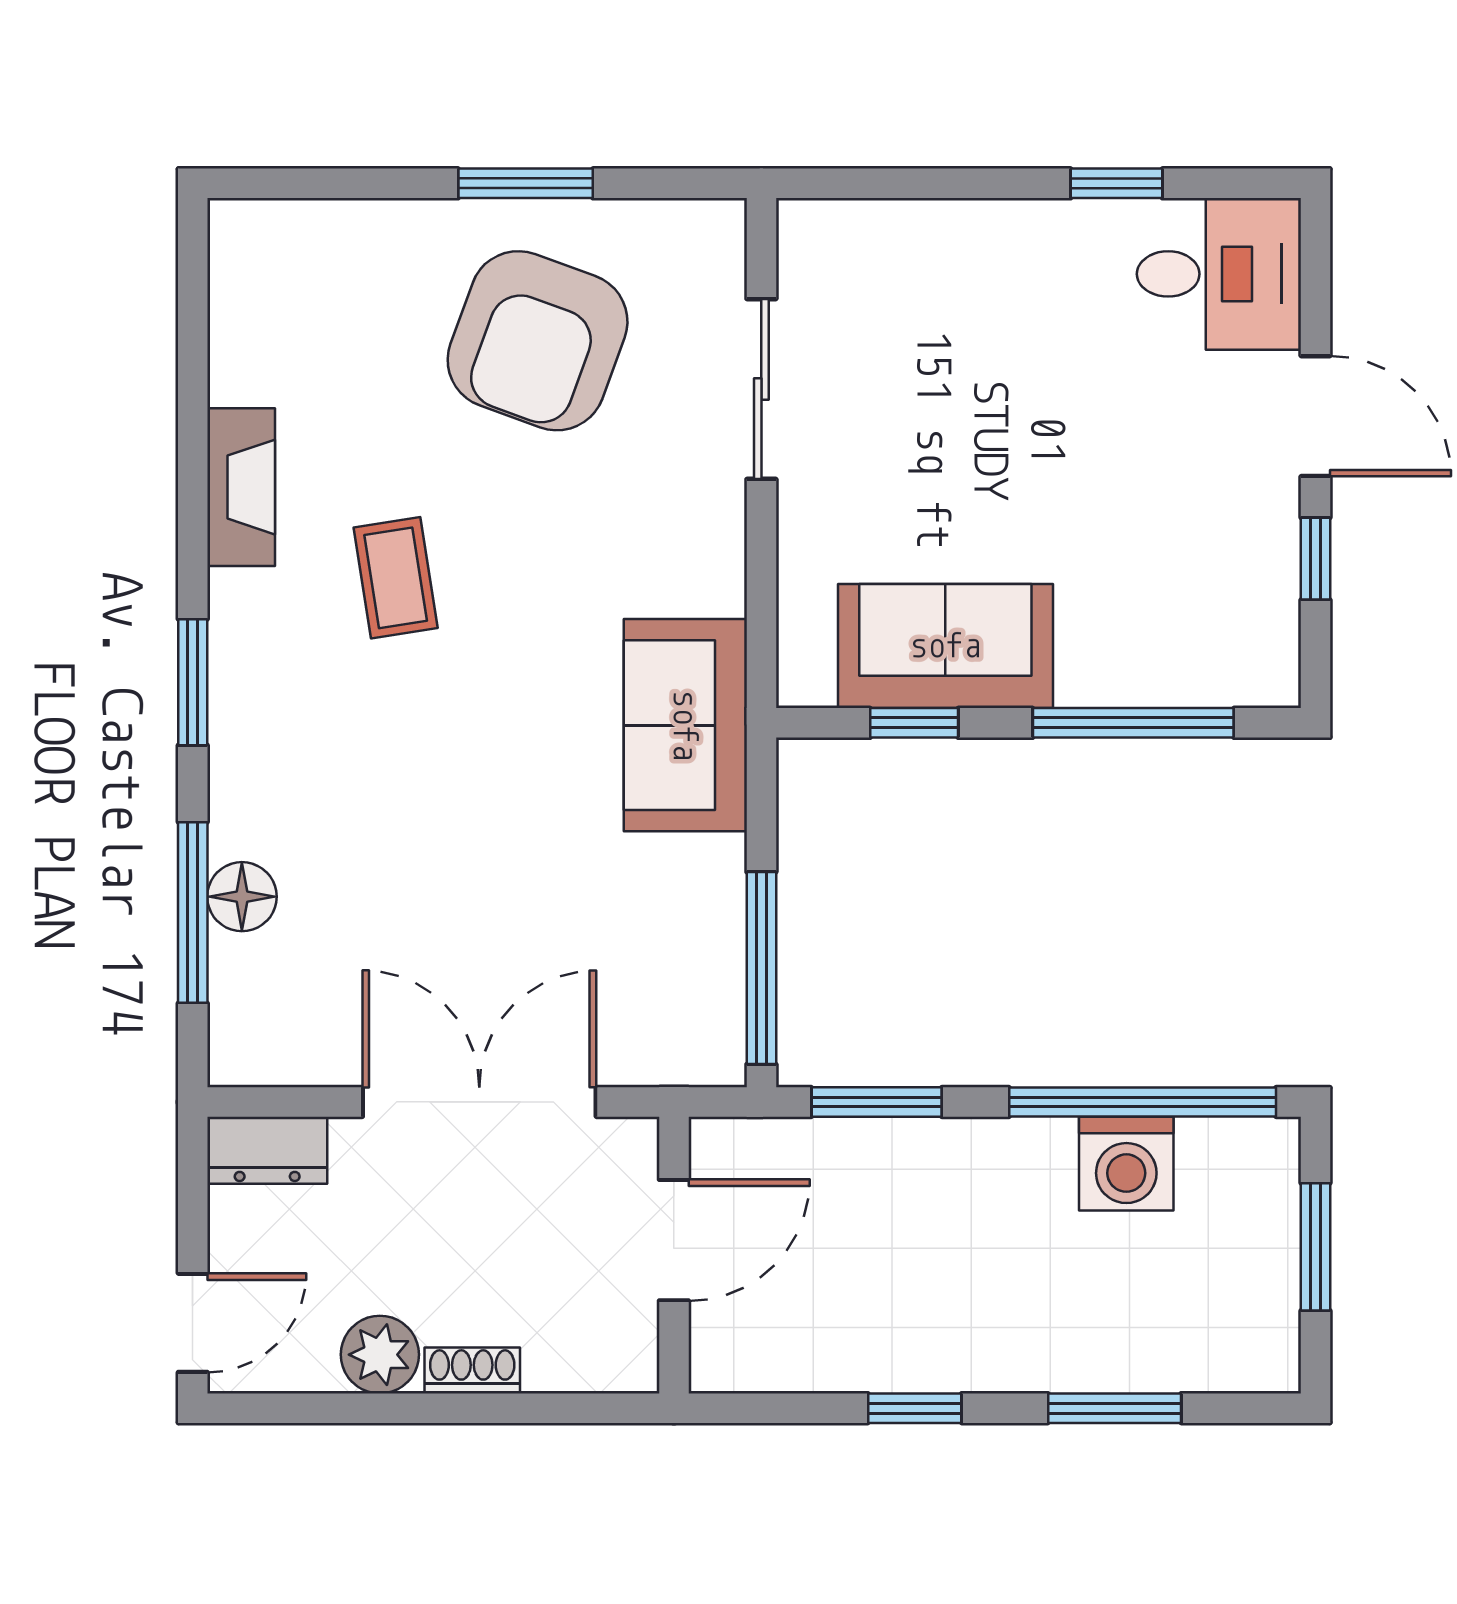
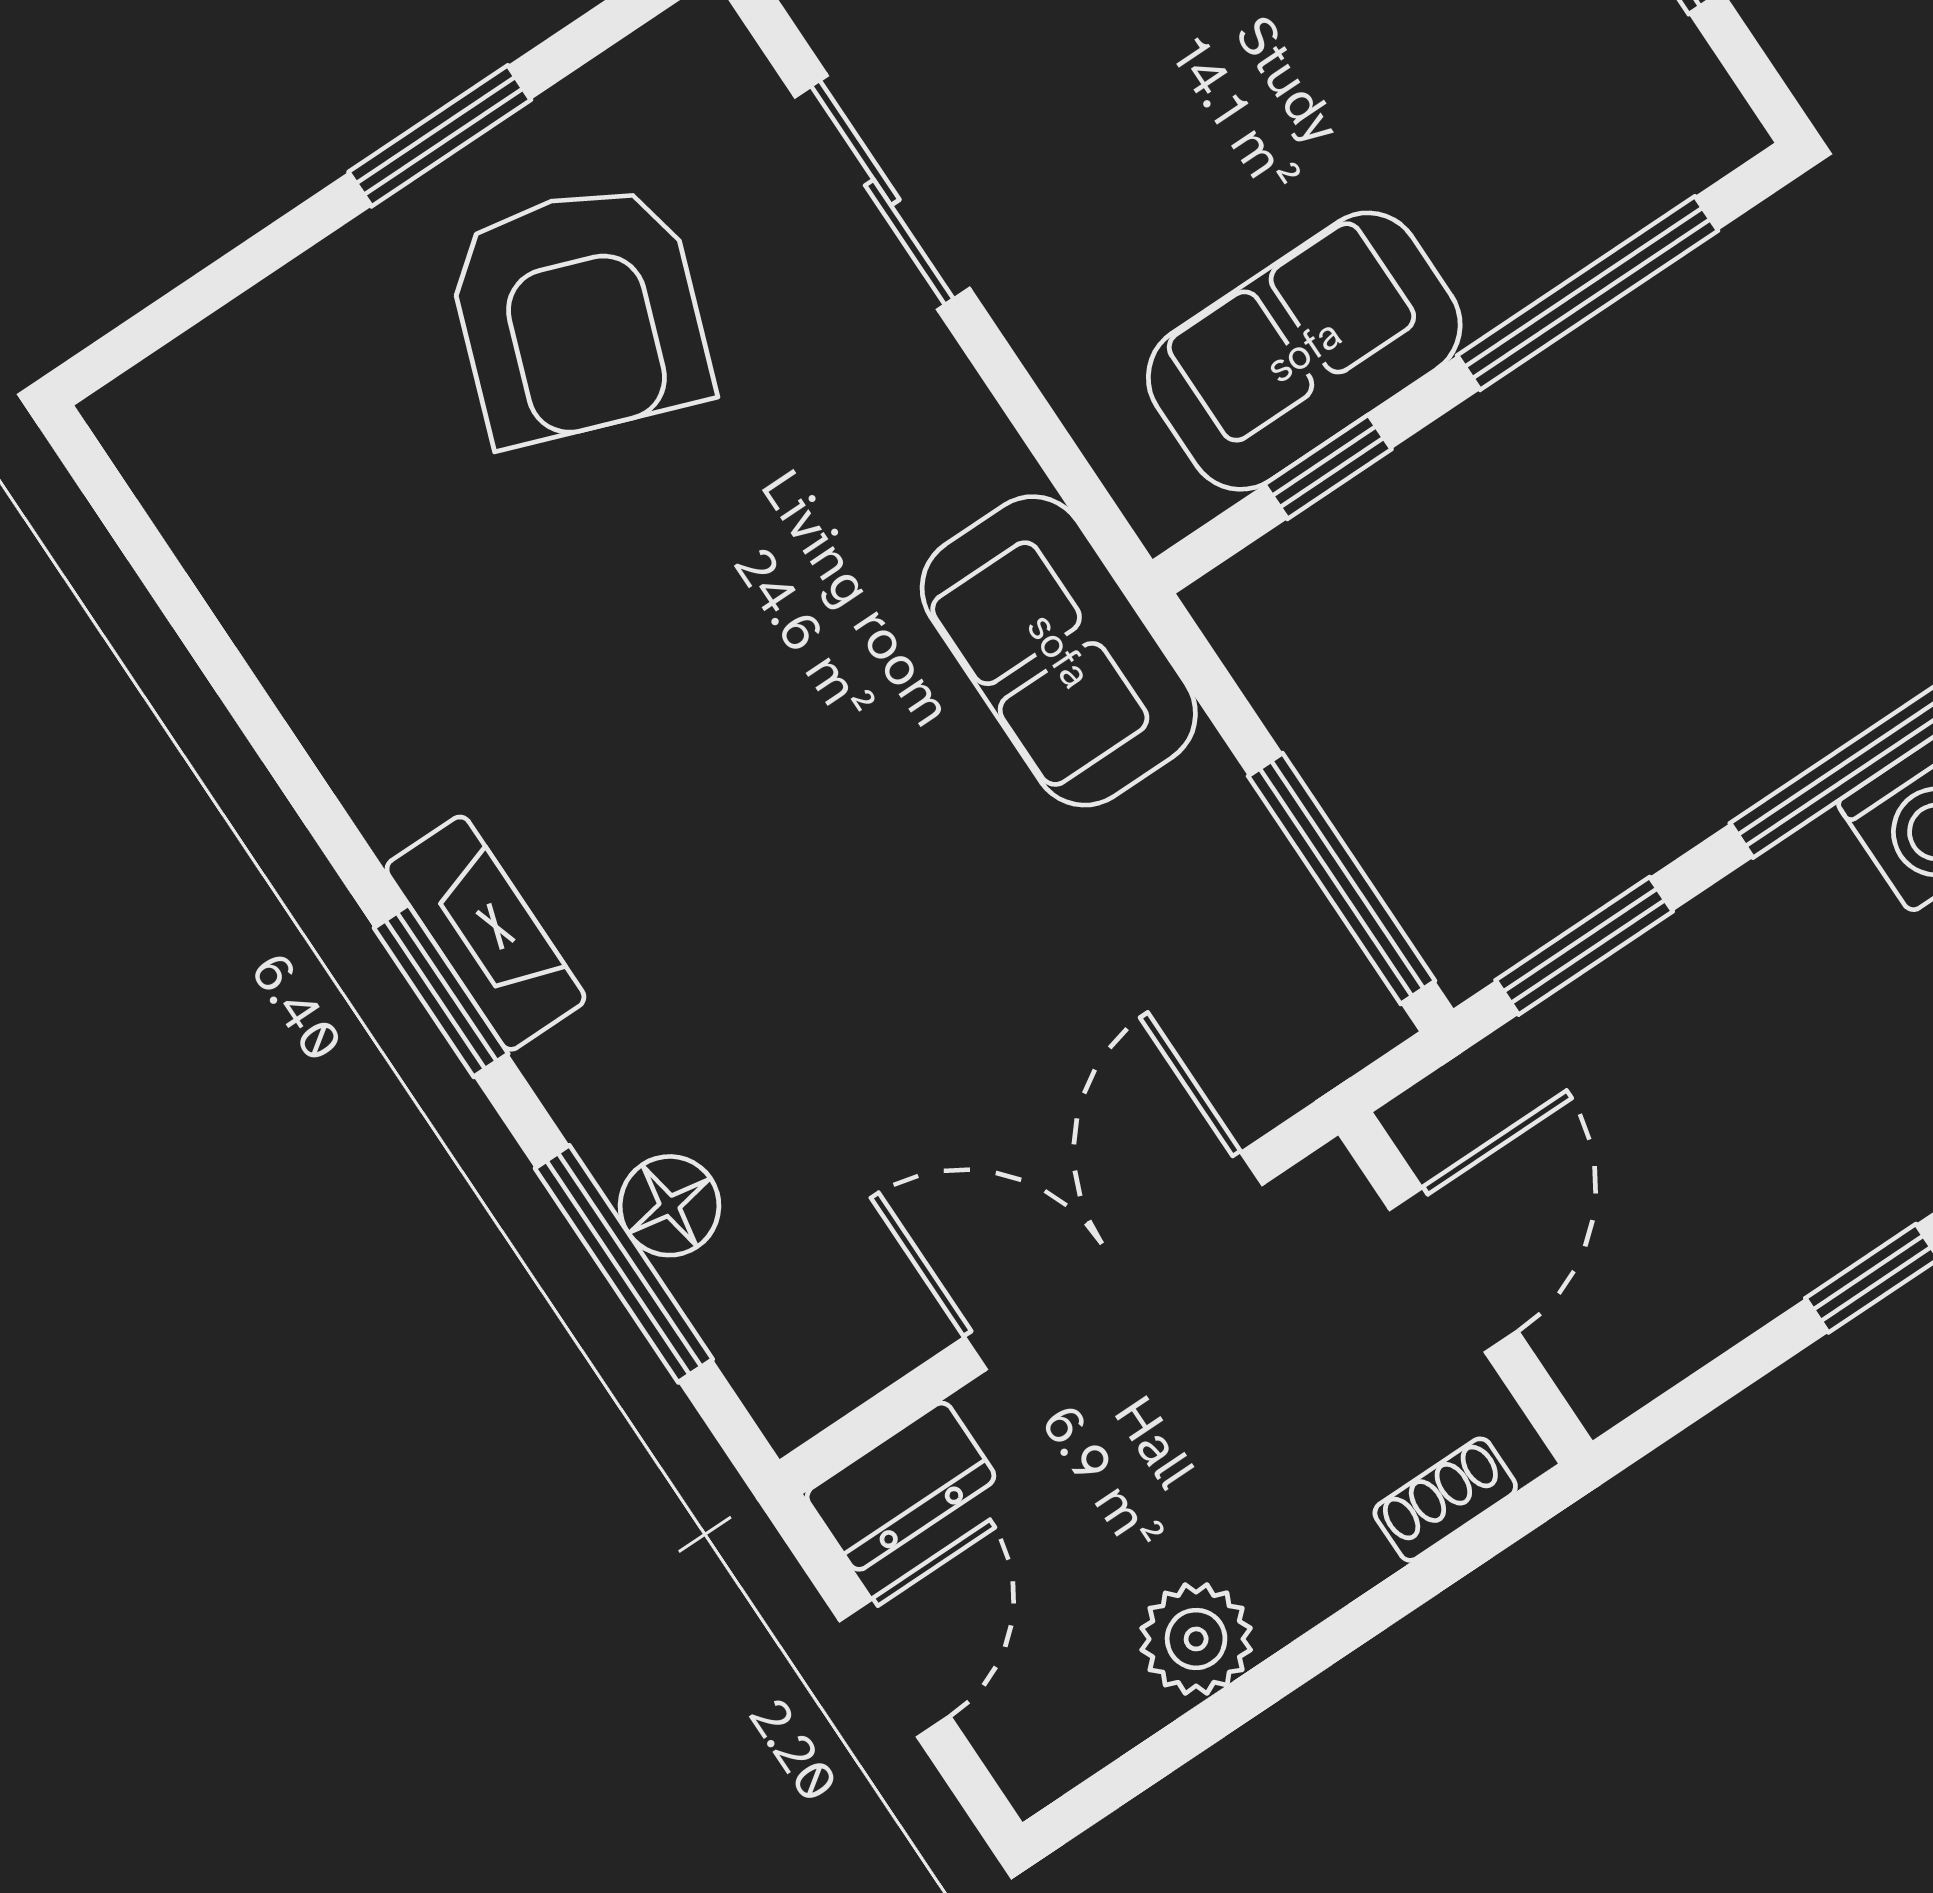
fireplace: (241, 487) -> (485, 933), moved
coffee table: (396, 578) -> (599, 706), removed
door: (193, 1323) -> (895, 1668), moved
shoe rack: (472, 1371) -> (1445, 1500), moved

